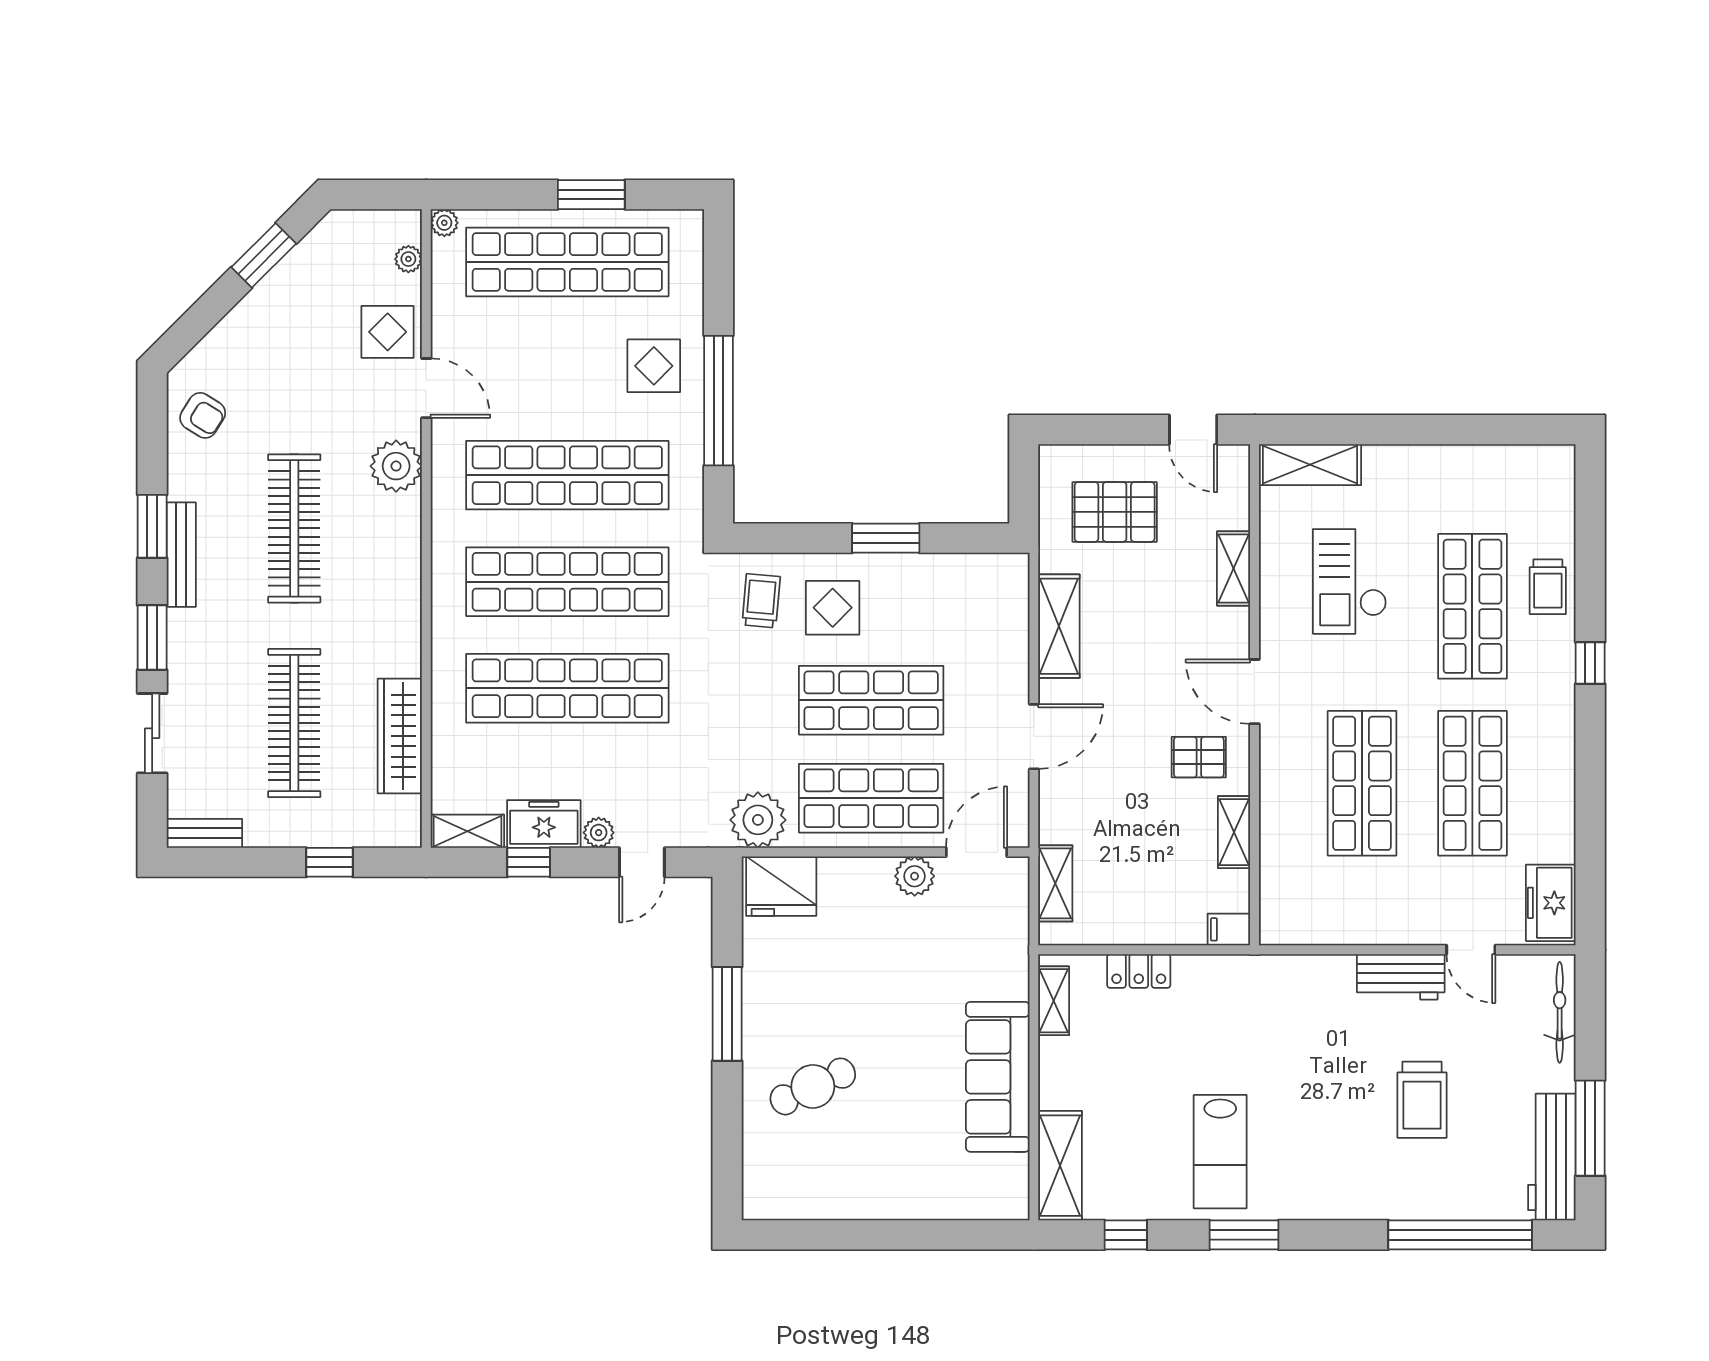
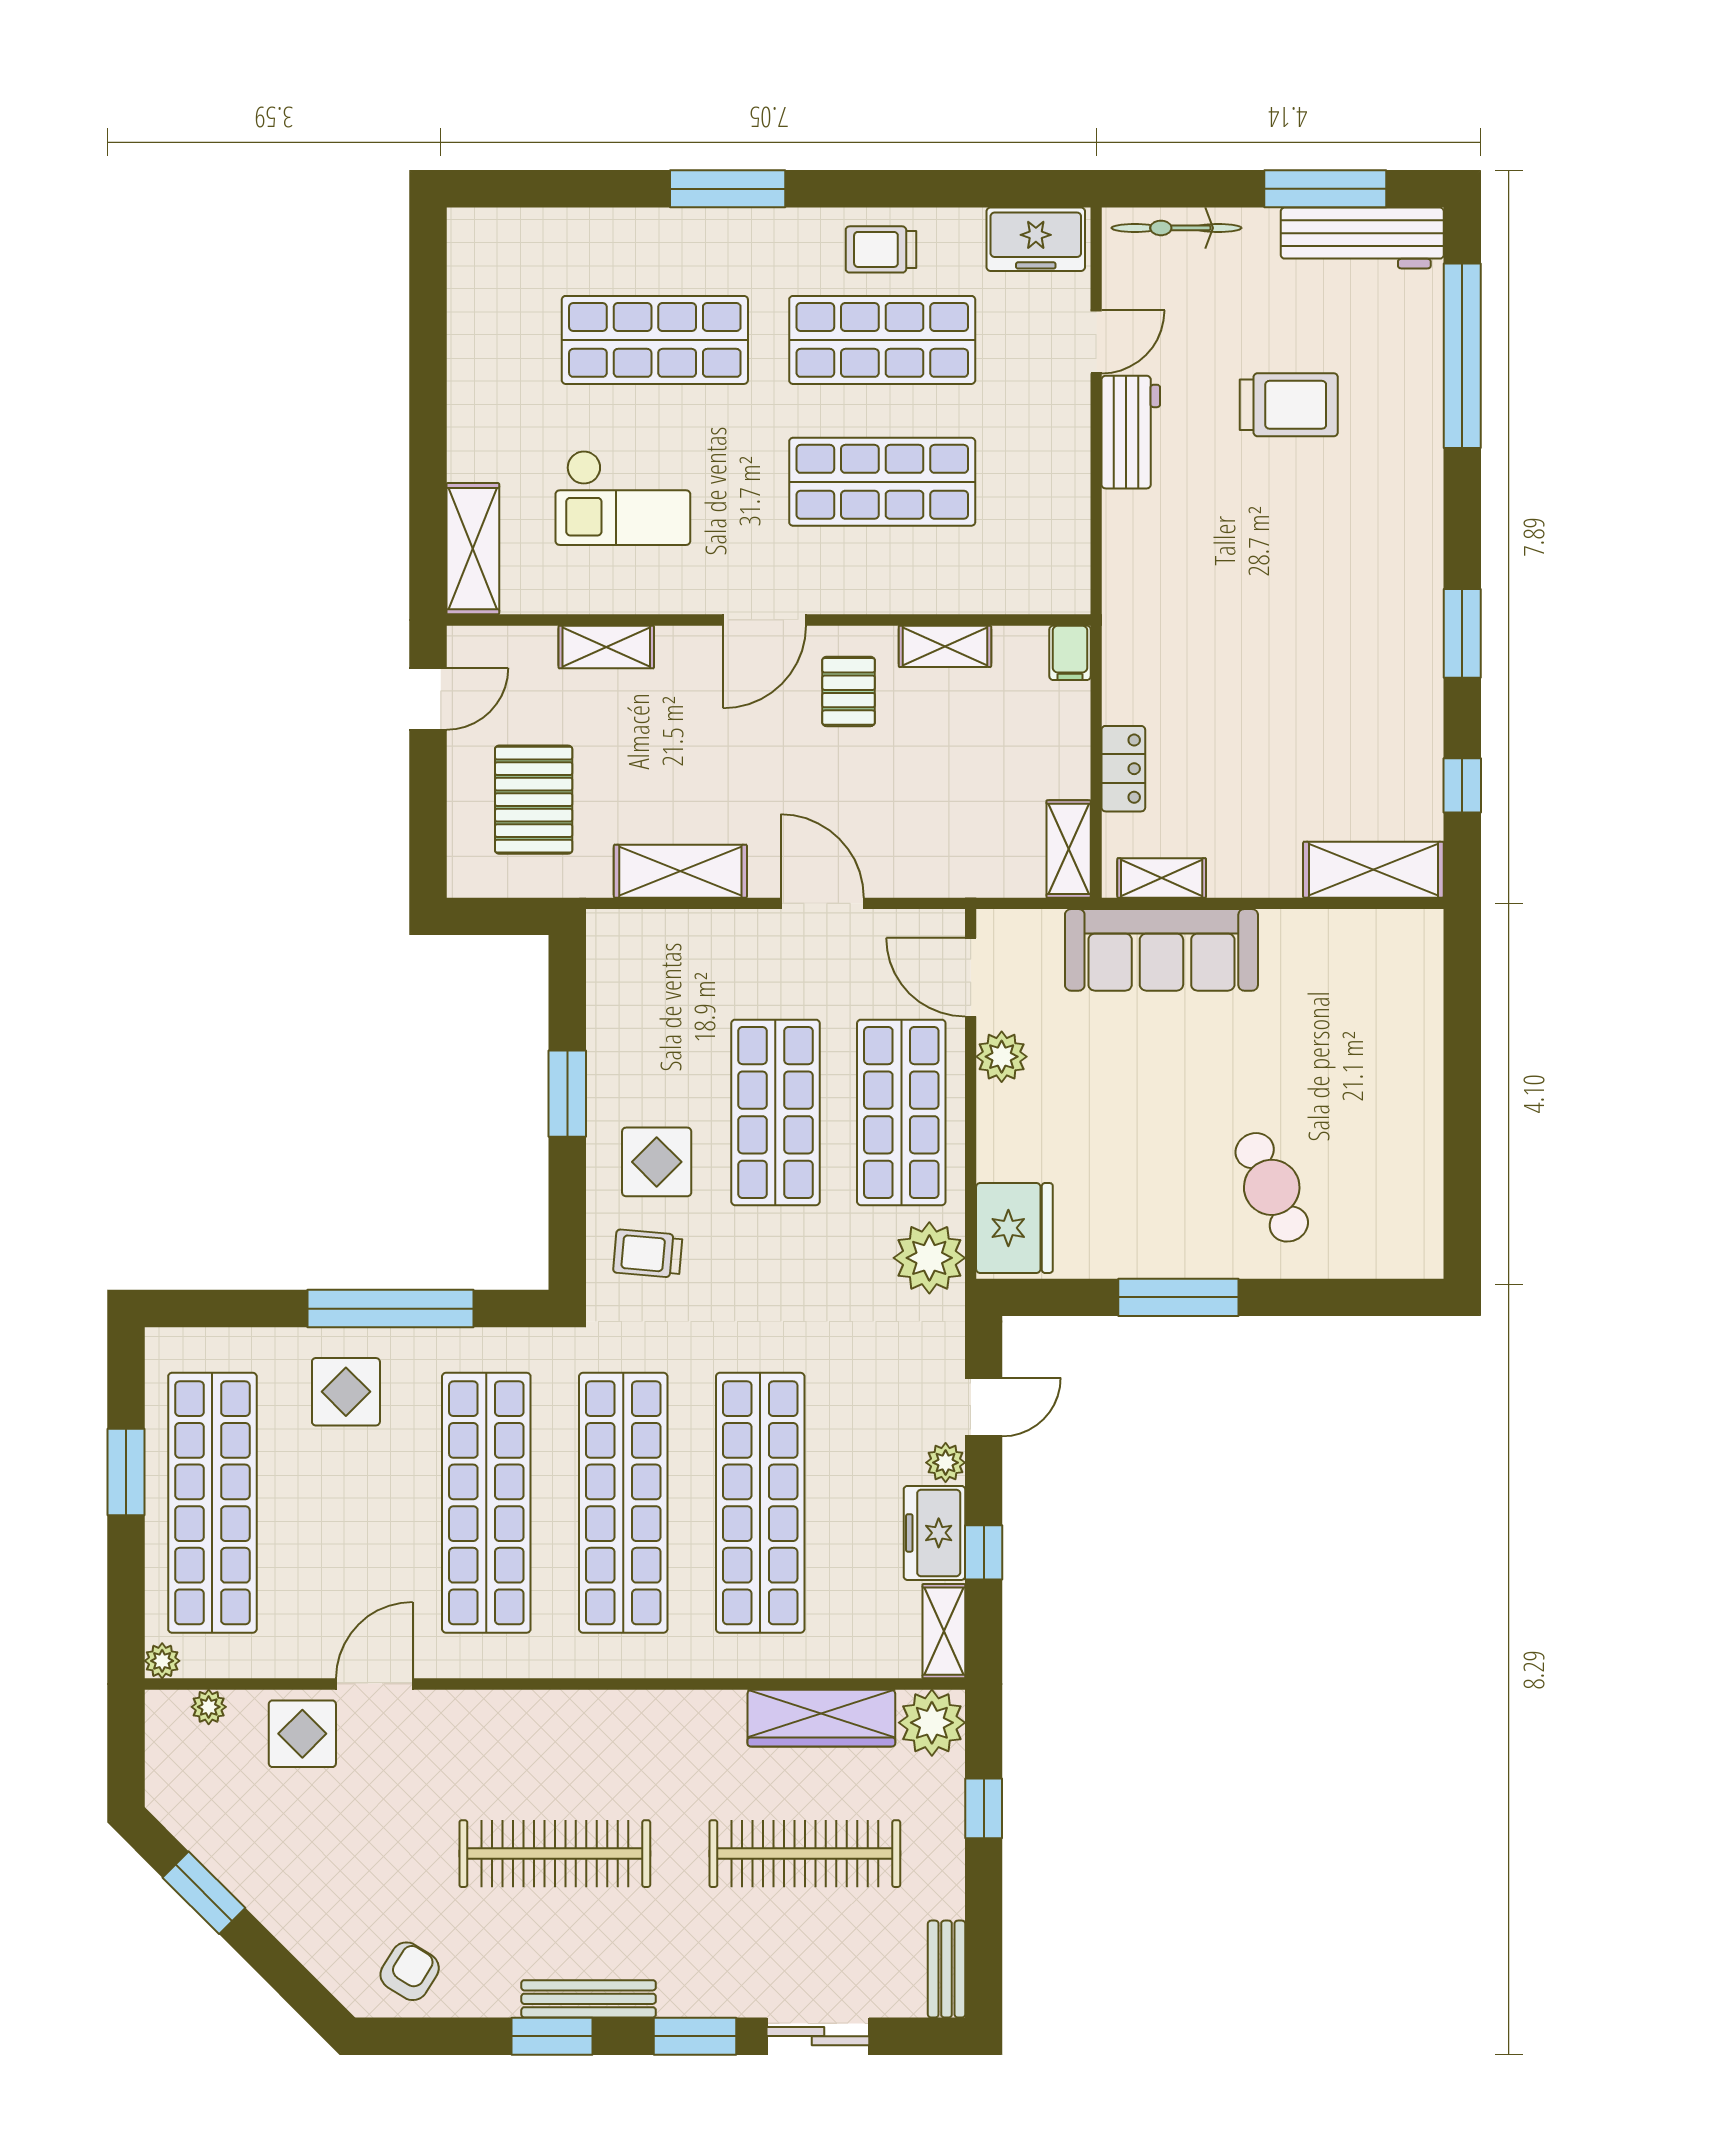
plant: (396, 466) -> (932, 1723), moved
trolley: (1548, 587) -> (881, 249), moved, turned 180
window: (1590, 663) -> (728, 189), width x2.17
door: (642, 862) -> (984, 1407), hinge flipped
shelving: (1055, 883) -> (1069, 849), moved, turned 90
sofa: (998, 1077) -> (1161, 950), moved
lab bench: (1220, 1152) -> (1355, 664), removed

